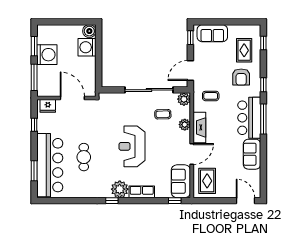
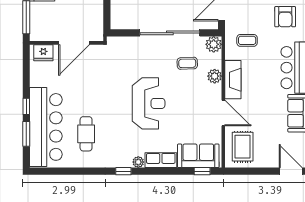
door: (72, 98) -> (74, 43), swing flipped
window: (34, 125) -> (26, 106), moved
reception desk: (132, 146) -> (149, 103), turned 180
door: (192, 154) -> (223, 113), hinge flipped
cafe table: (84, 157) -> (86, 134), moved
sofa: (181, 181) -> (198, 156), moved, turned 90
plant: (120, 189) -> (138, 162), width x0.53, depth x0.53

